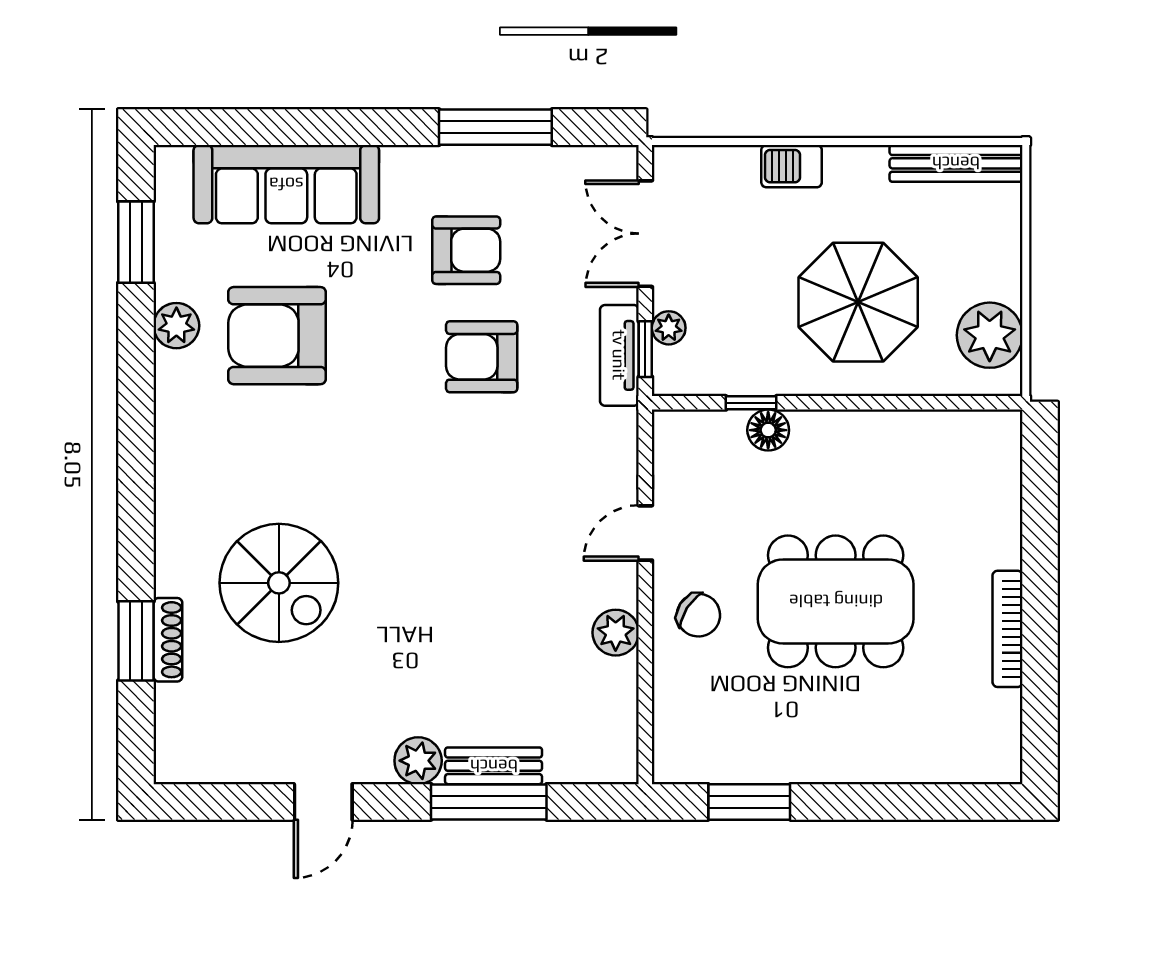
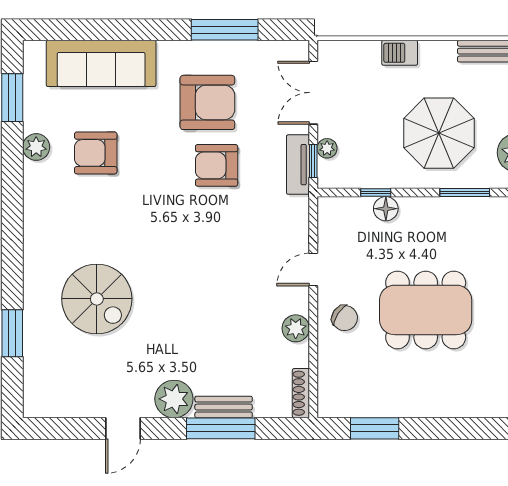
armchair: (466, 250) -> (207, 102), width x1.36, depth x1.36
armchair: (277, 336) -> (96, 153), width x0.73, depth x0.73
window: (902, 403) -> (465, 193), added
shoe rack: (168, 640) -> (301, 393), moved, turned 180
plant: (418, 761) -> (174, 399), width x1.36, depth x1.36

